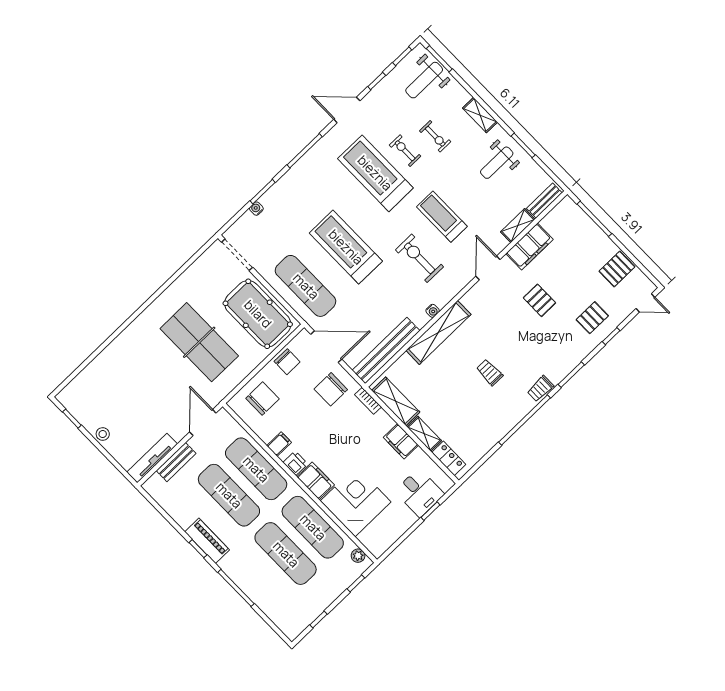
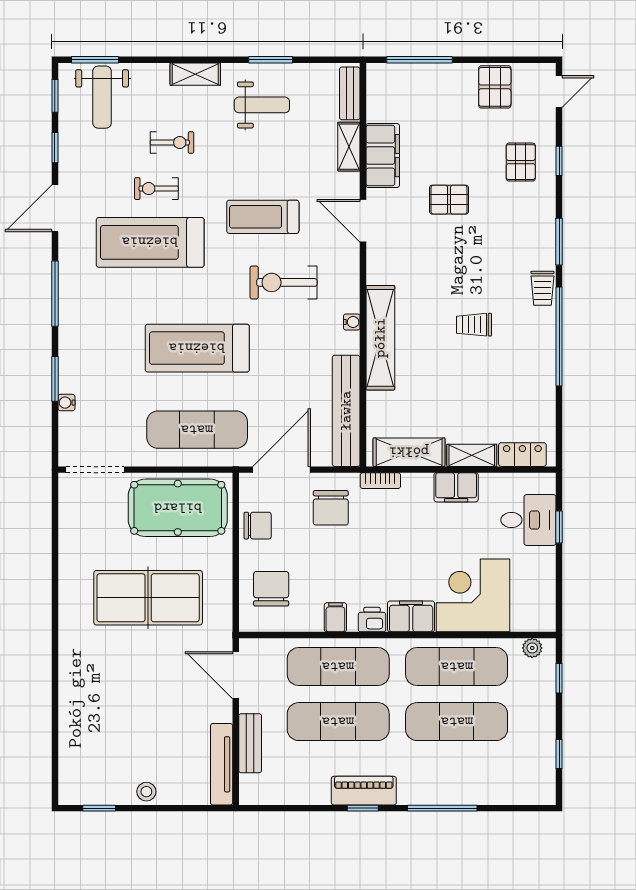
weight bench: (497, 163) -> (262, 105), turned -90

